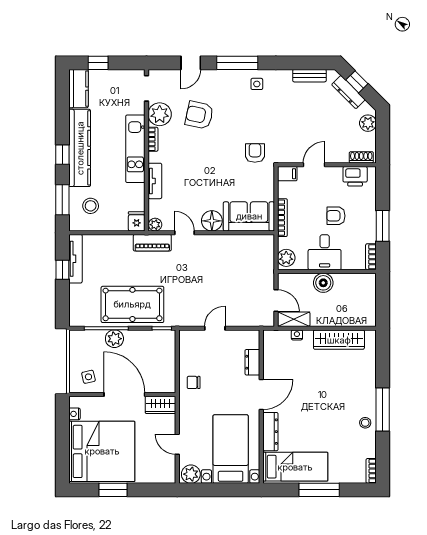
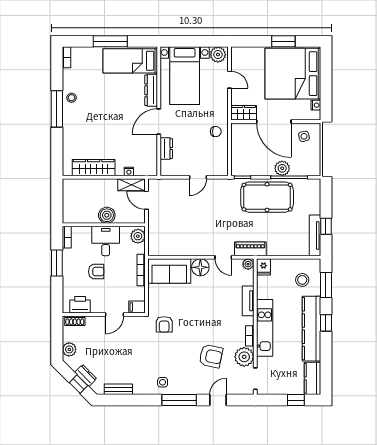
dresser: (348, 92) -> (86, 375), width x0.70

